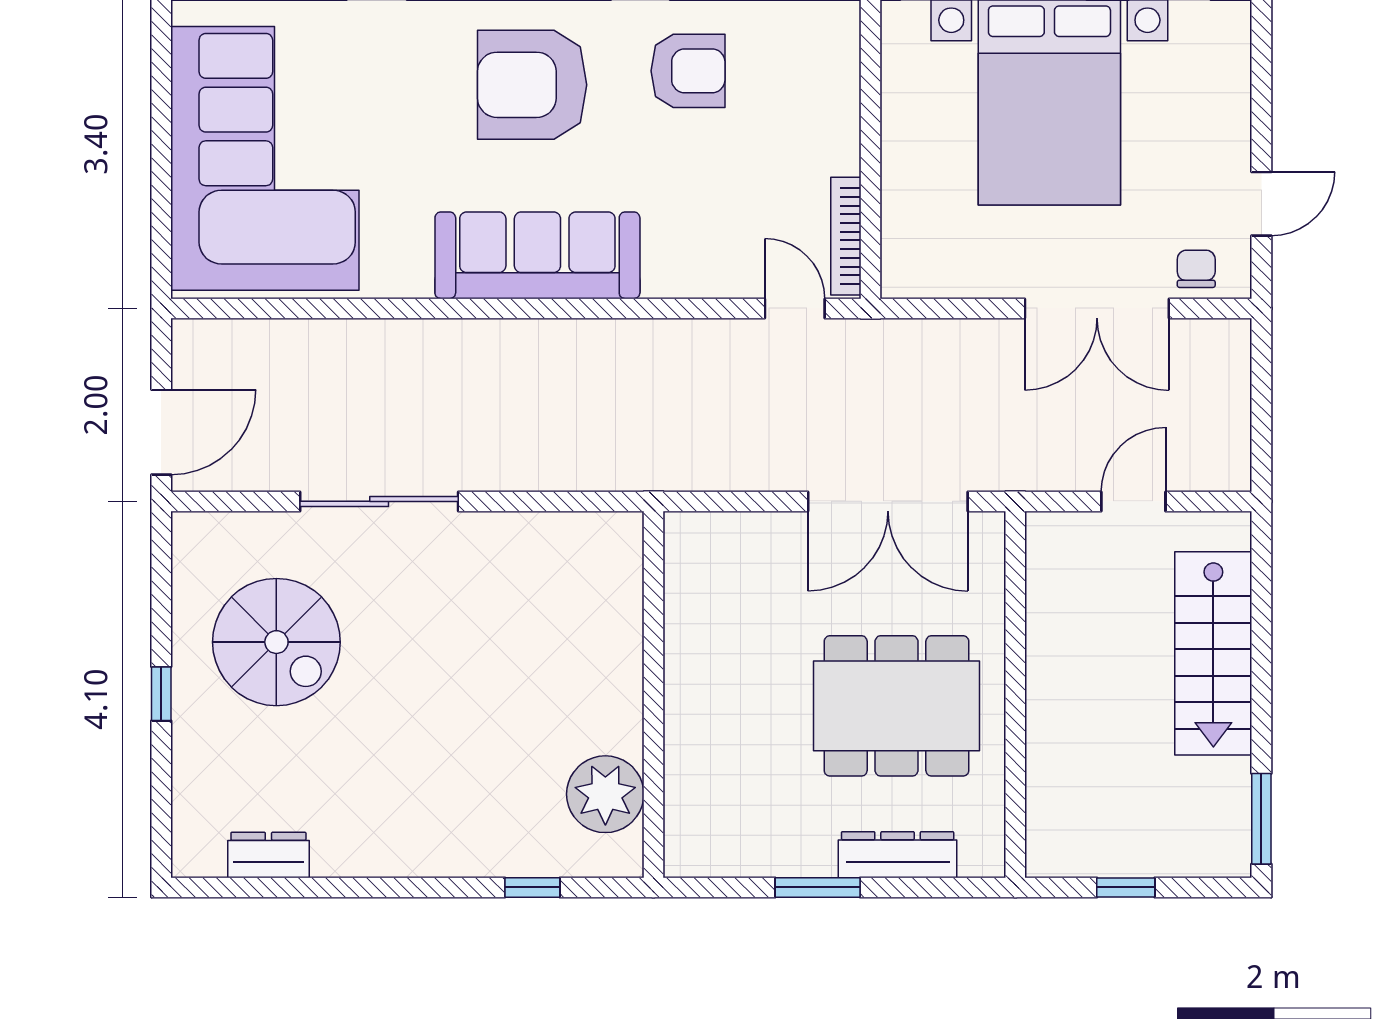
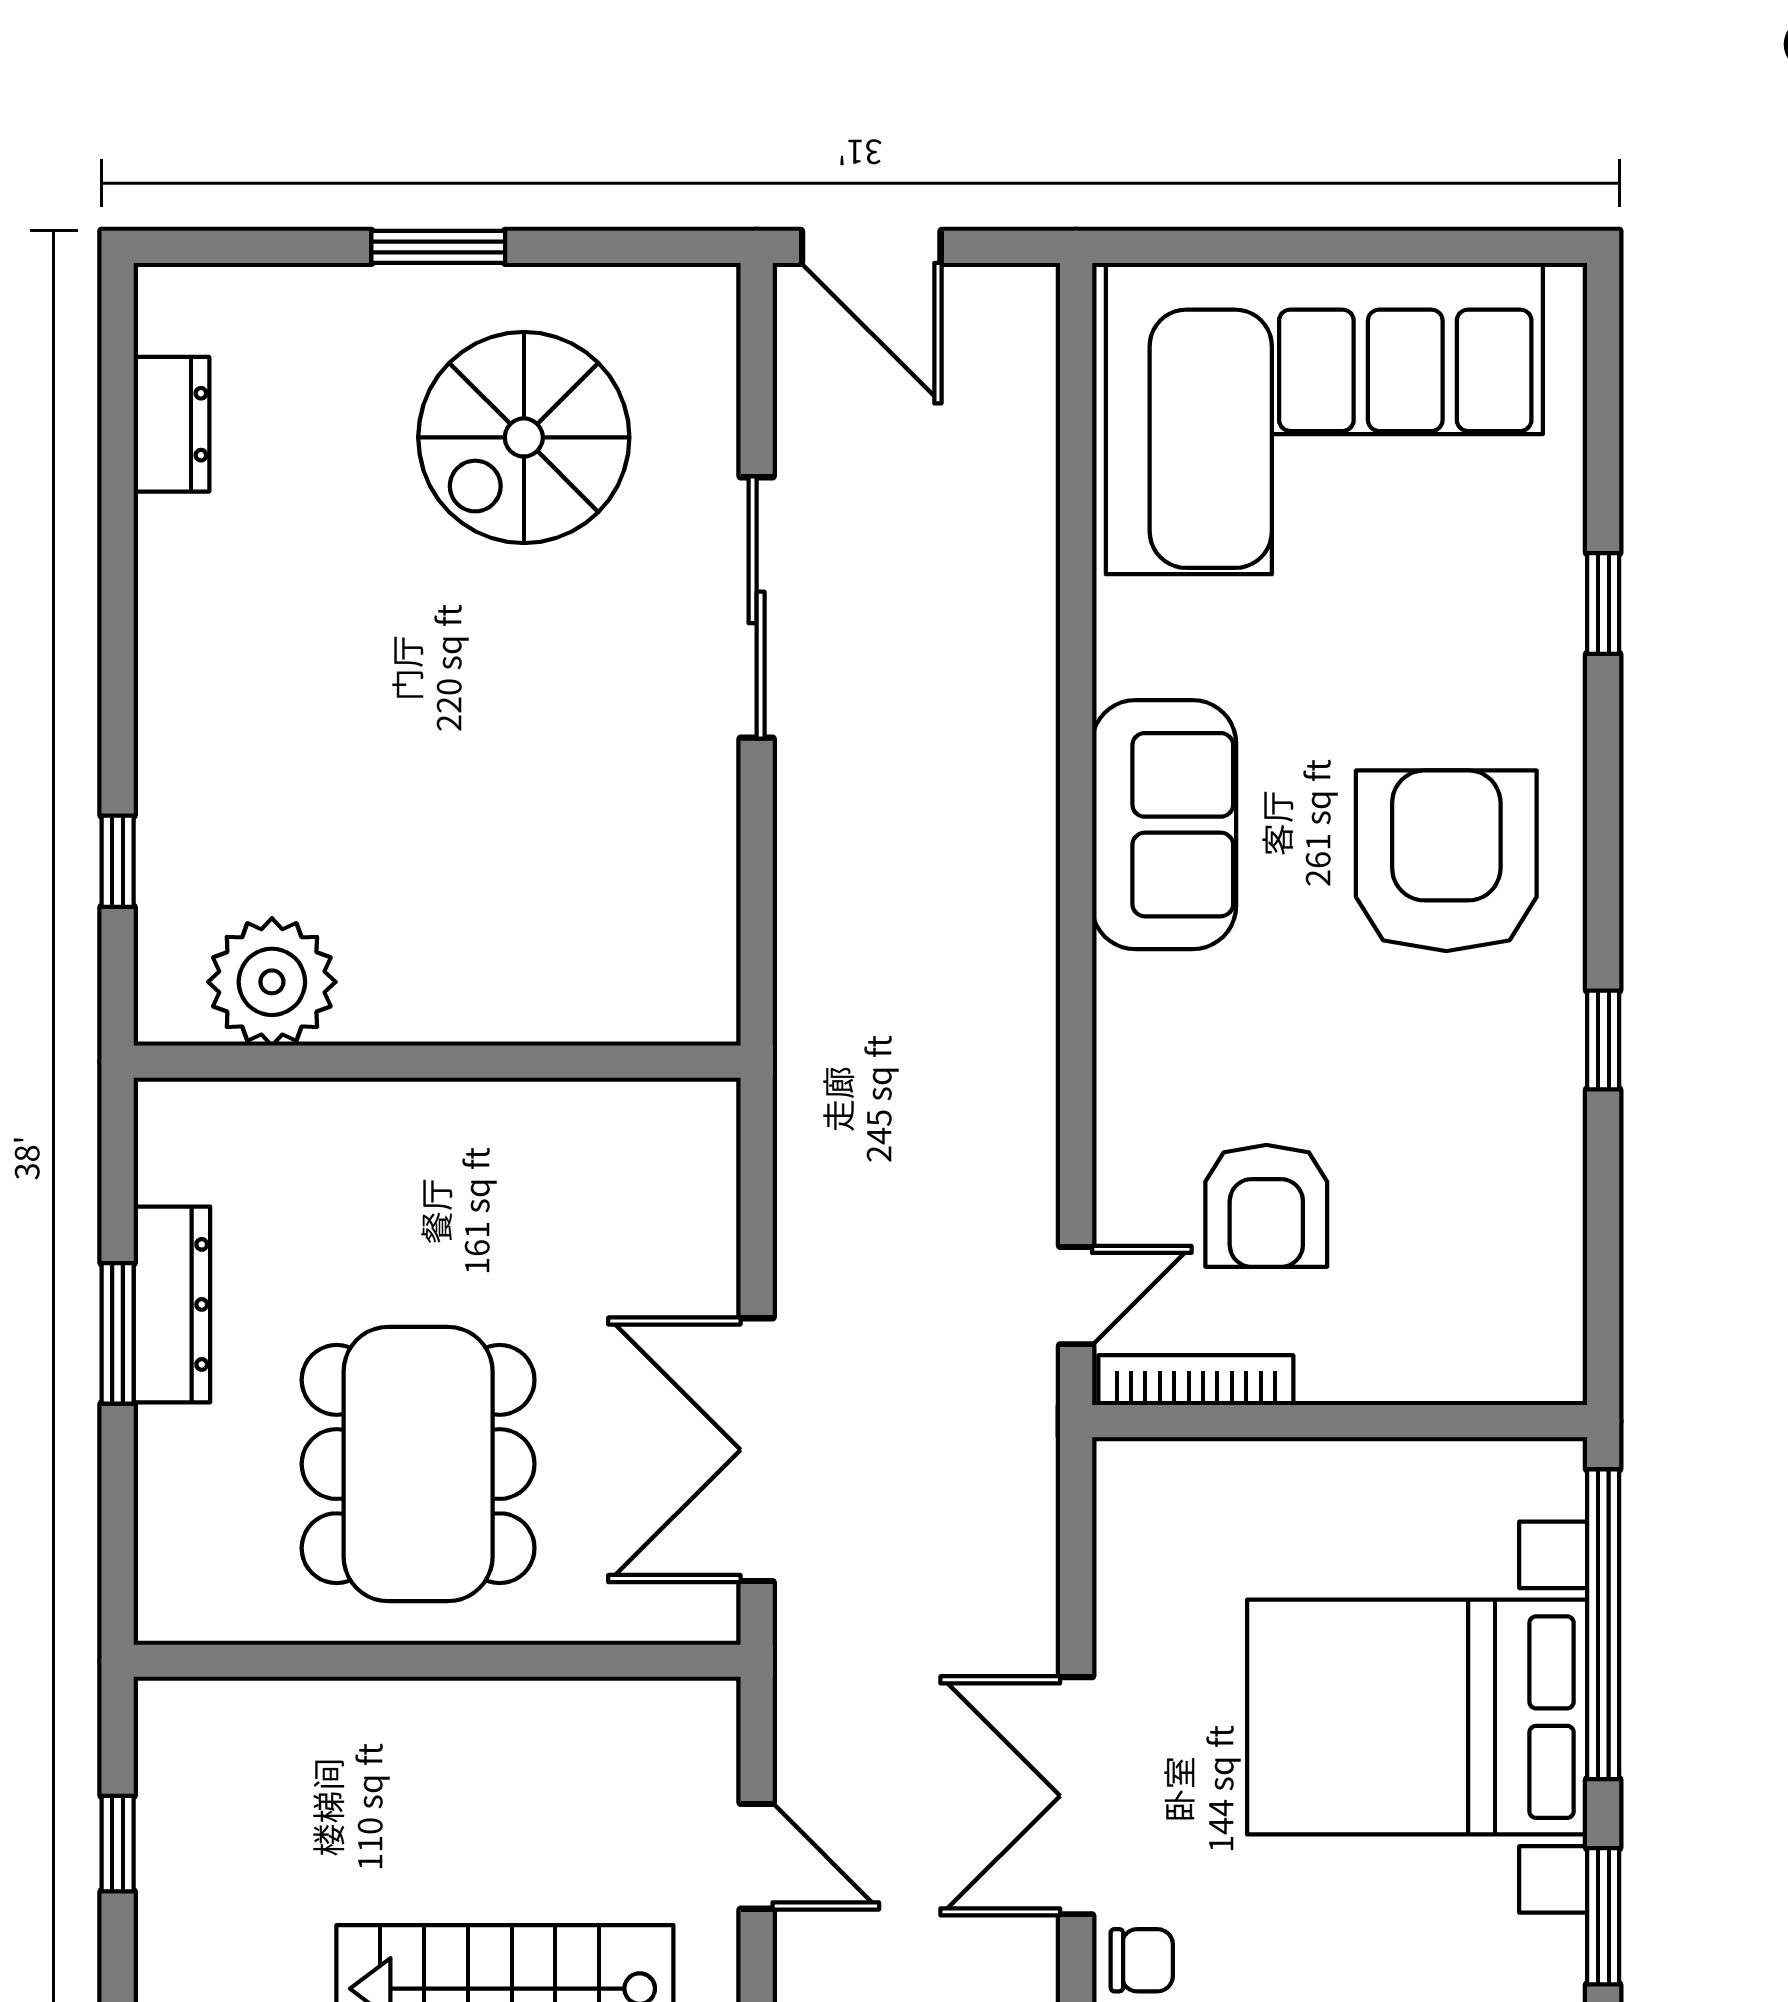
armchair: (688, 71) -> (1266, 1206), moved
sofa: (537, 255) -> (1164, 825), width x0.73
window: (161, 694) -> (438, 247), width x1.50
dresser: (898, 855) -> (172, 1304), moved

